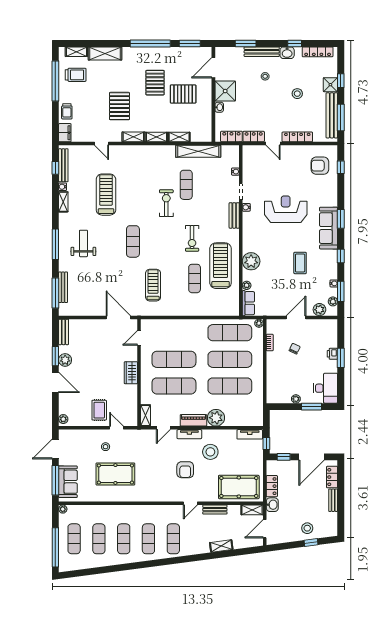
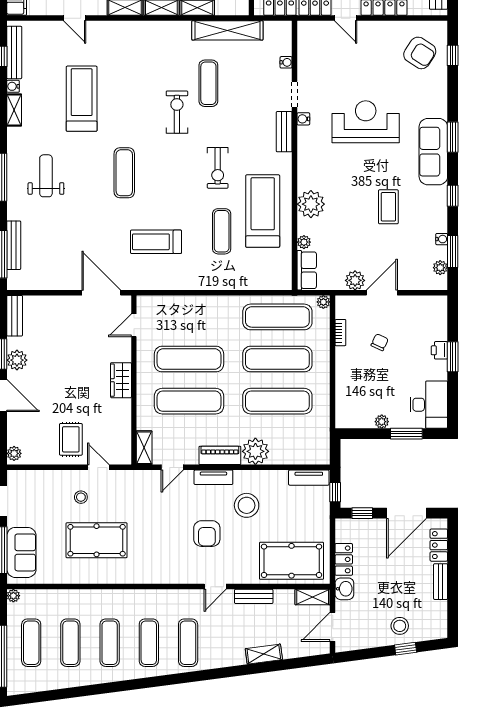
armchair: (320, 166) -> (420, 53), turned -147
treadmill: (153, 285) -> (156, 242), turned -90
plant: (319, 310) -> (355, 280), moved

